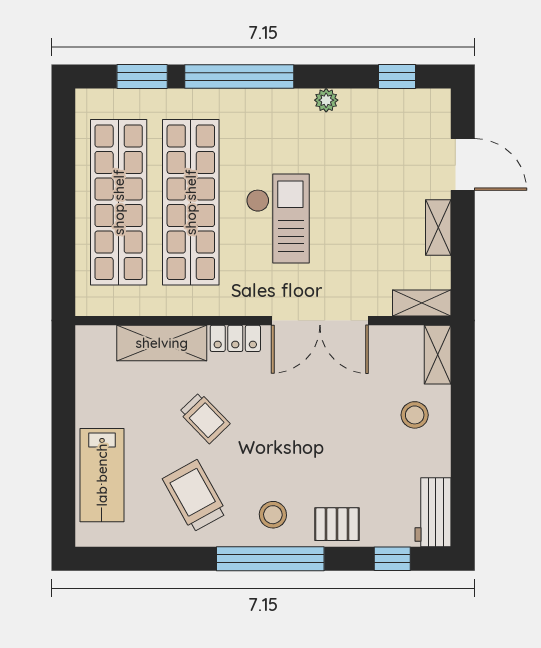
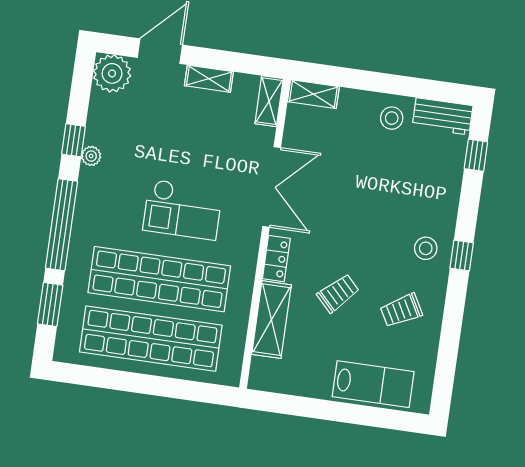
window: (397, 77) -> (73, 140), moved
plant: (428, 111) -> (112, 73), added
checkout: (278, 218) -> (183, 210), turned 180
stool: (415, 415) -> (392, 118), moved
trolley: (195, 496) -> (401, 310), width x0.73, depth x0.72
pallet: (337, 524) -> (441, 197), removed
window: (270, 559) -> (462, 256), width x0.32

